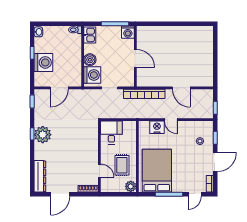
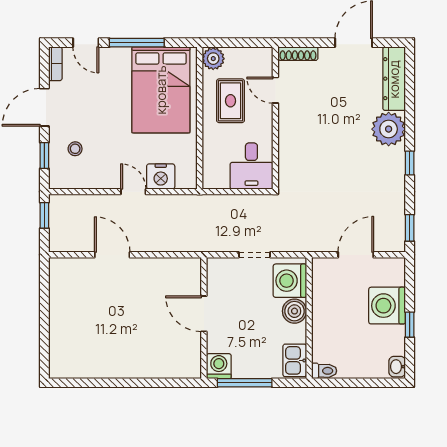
bookcase: (144, 94) -> (186, 243), removed
plant: (43, 135) -> (389, 129), moved
door: (195, 194) -> (86, 43), swing flipped

